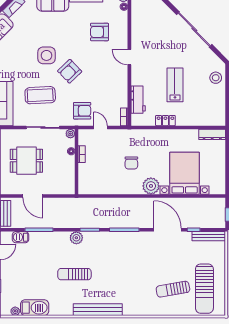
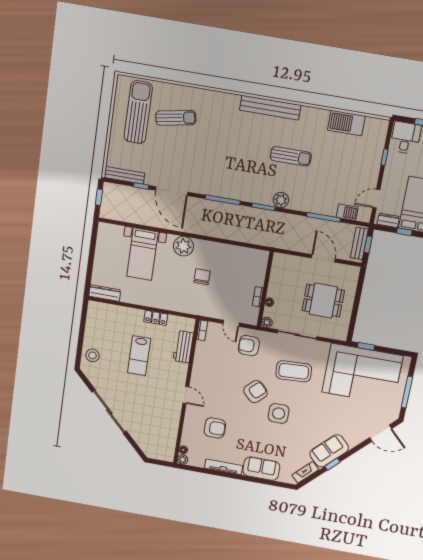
bed with nightstands: (185, 173) -> (142, 254), width x0.73
plant: (15, 311) -> (371, 123), removed

